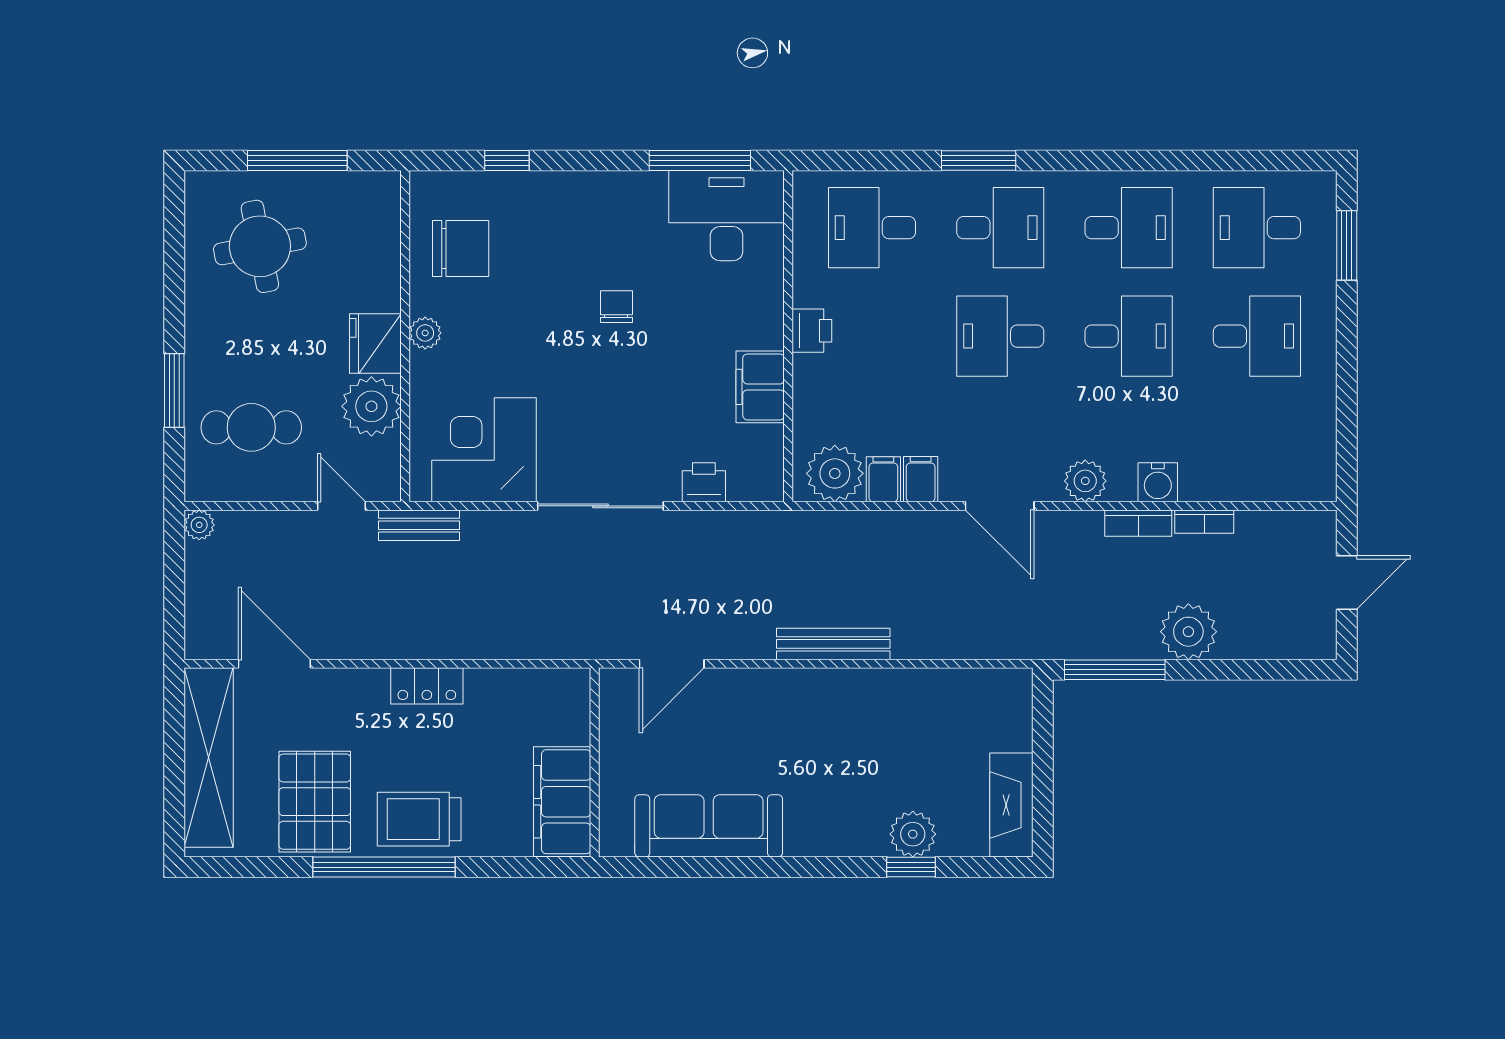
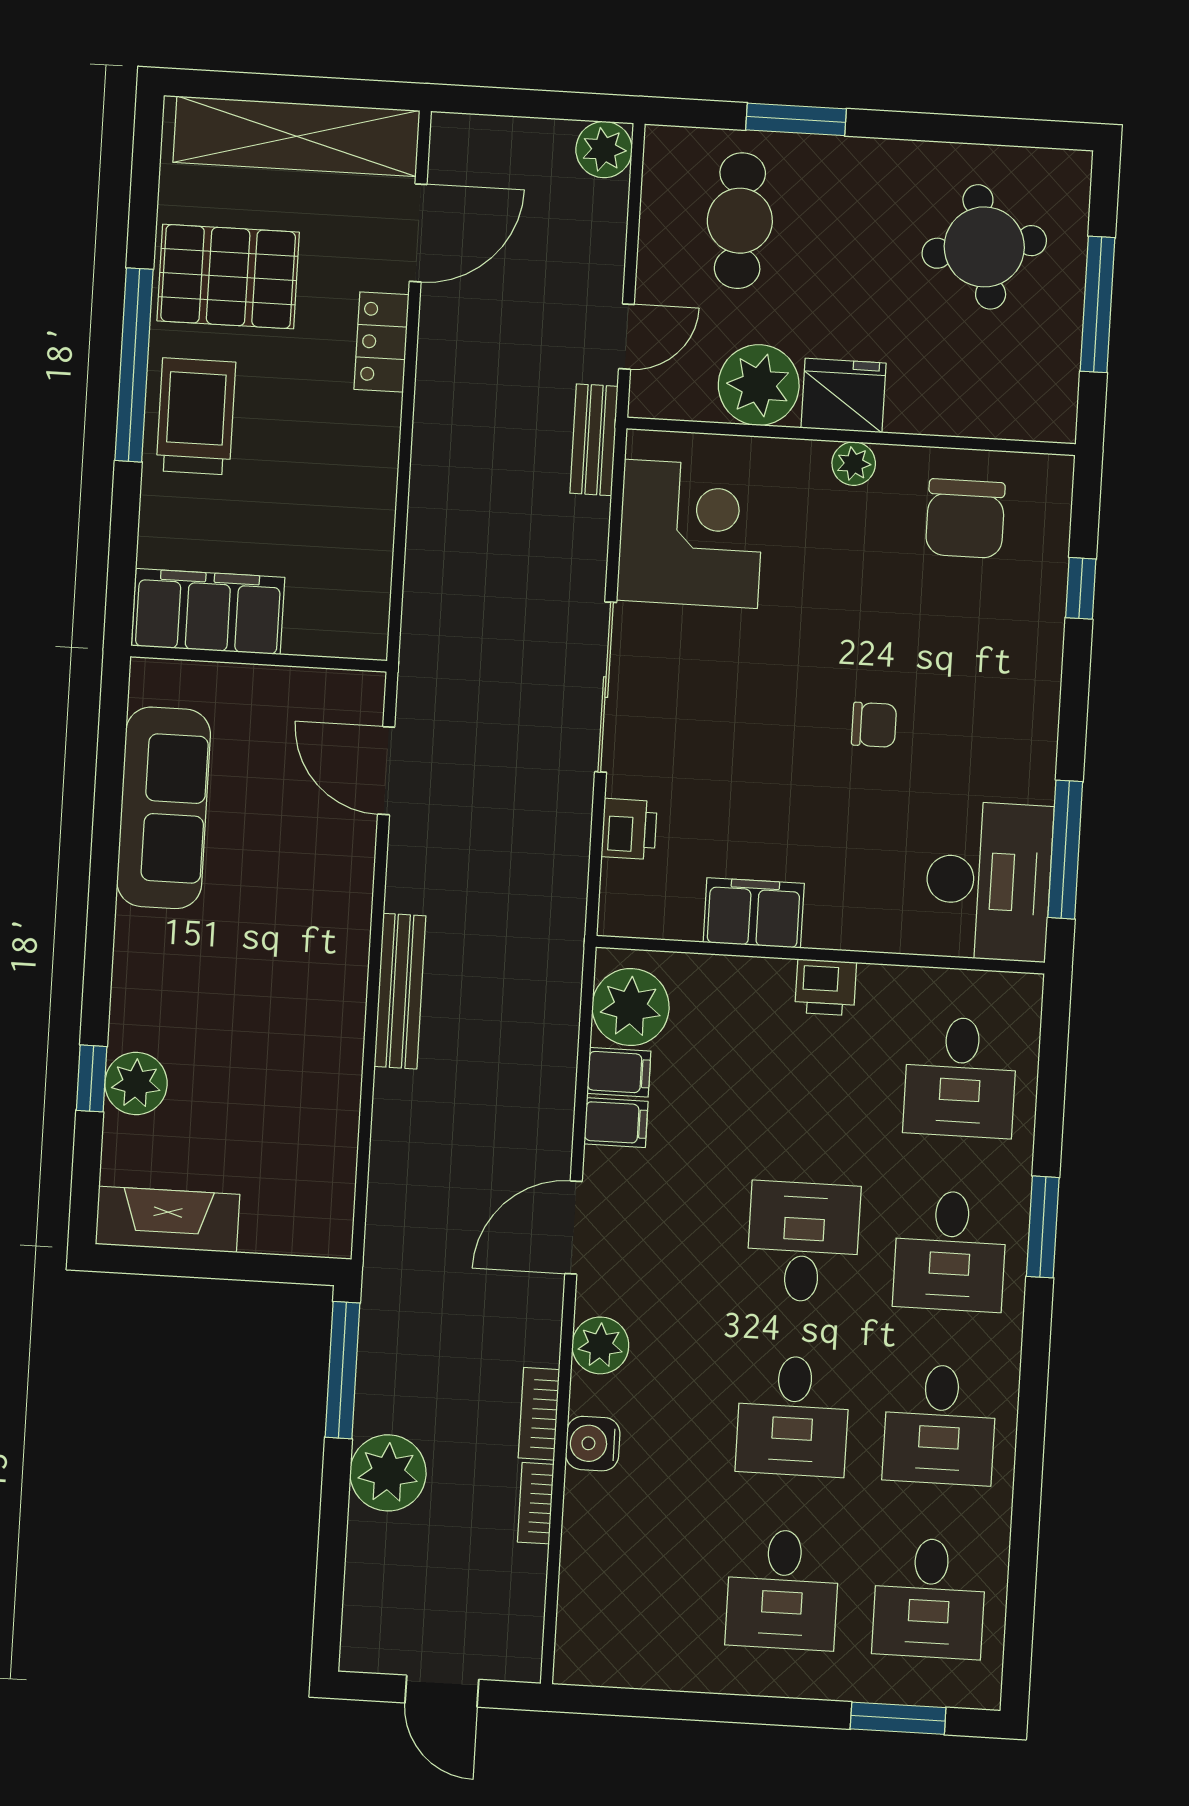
desk: (872, 228) -> (960, 1077), turned 180
desk: (1257, 228) -> (929, 1598), turned 180
plant: (199, 525) -> (604, 150), width x1.38, depth x1.38
locker: (427, 686) -> (381, 342), moved

